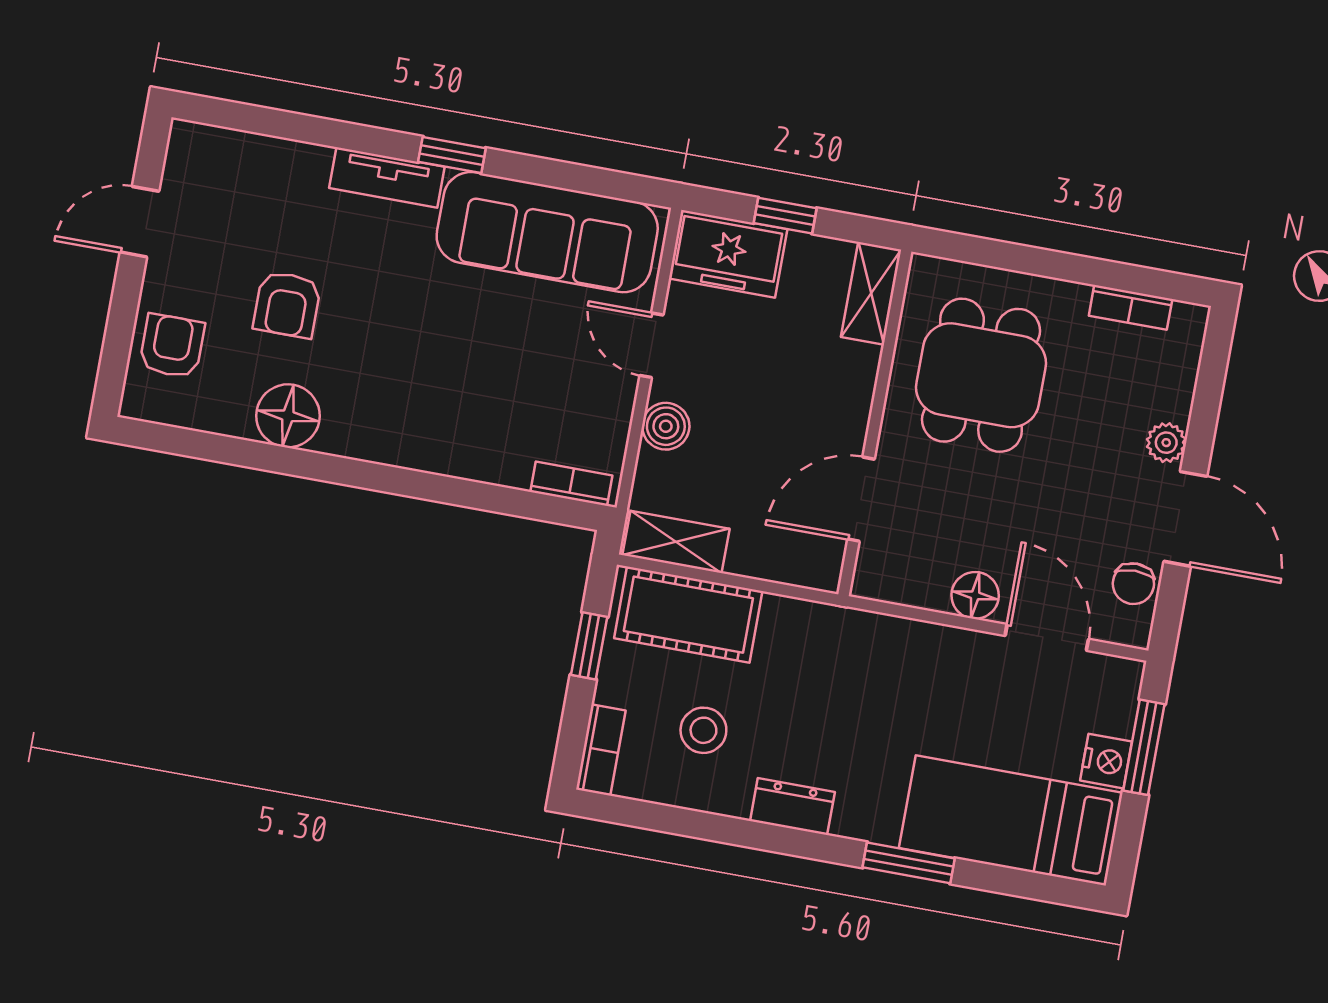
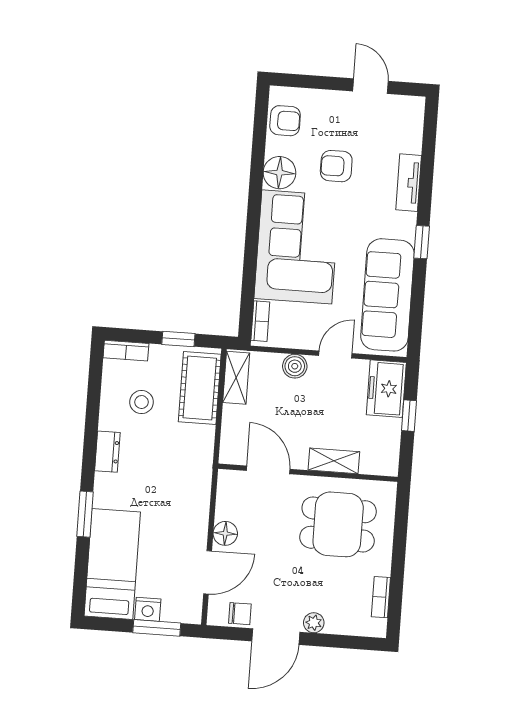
tv unit: (387, 177) -> (409, 183), moved
shelving: (871, 293) -> (334, 461), moved
armchair: (172, 346) -> (285, 121), moved
corner sofa: (435, 398) -> (297, 247), added
chair: (1133, 584) -> (240, 614), turned 180

